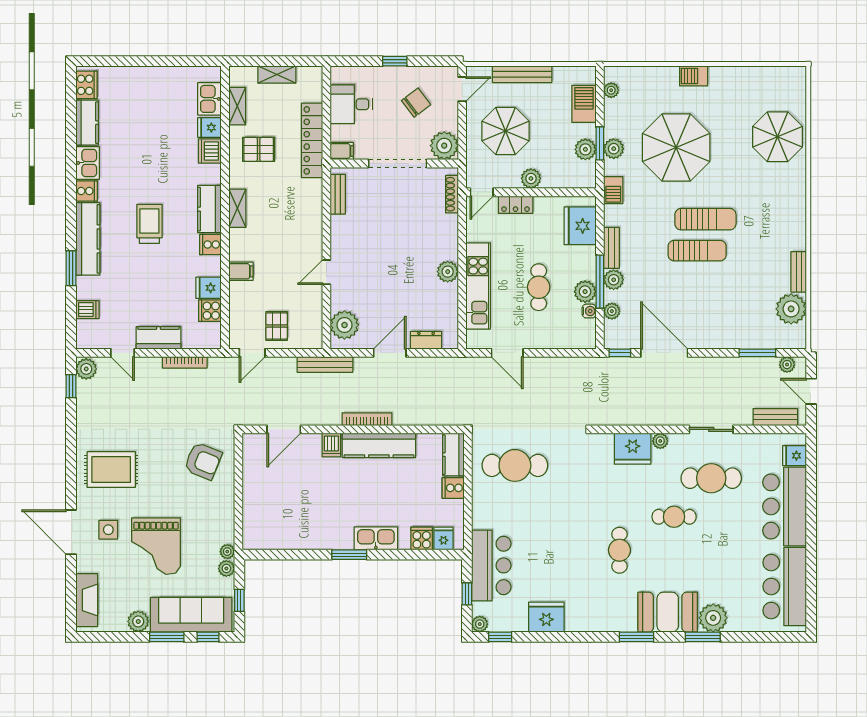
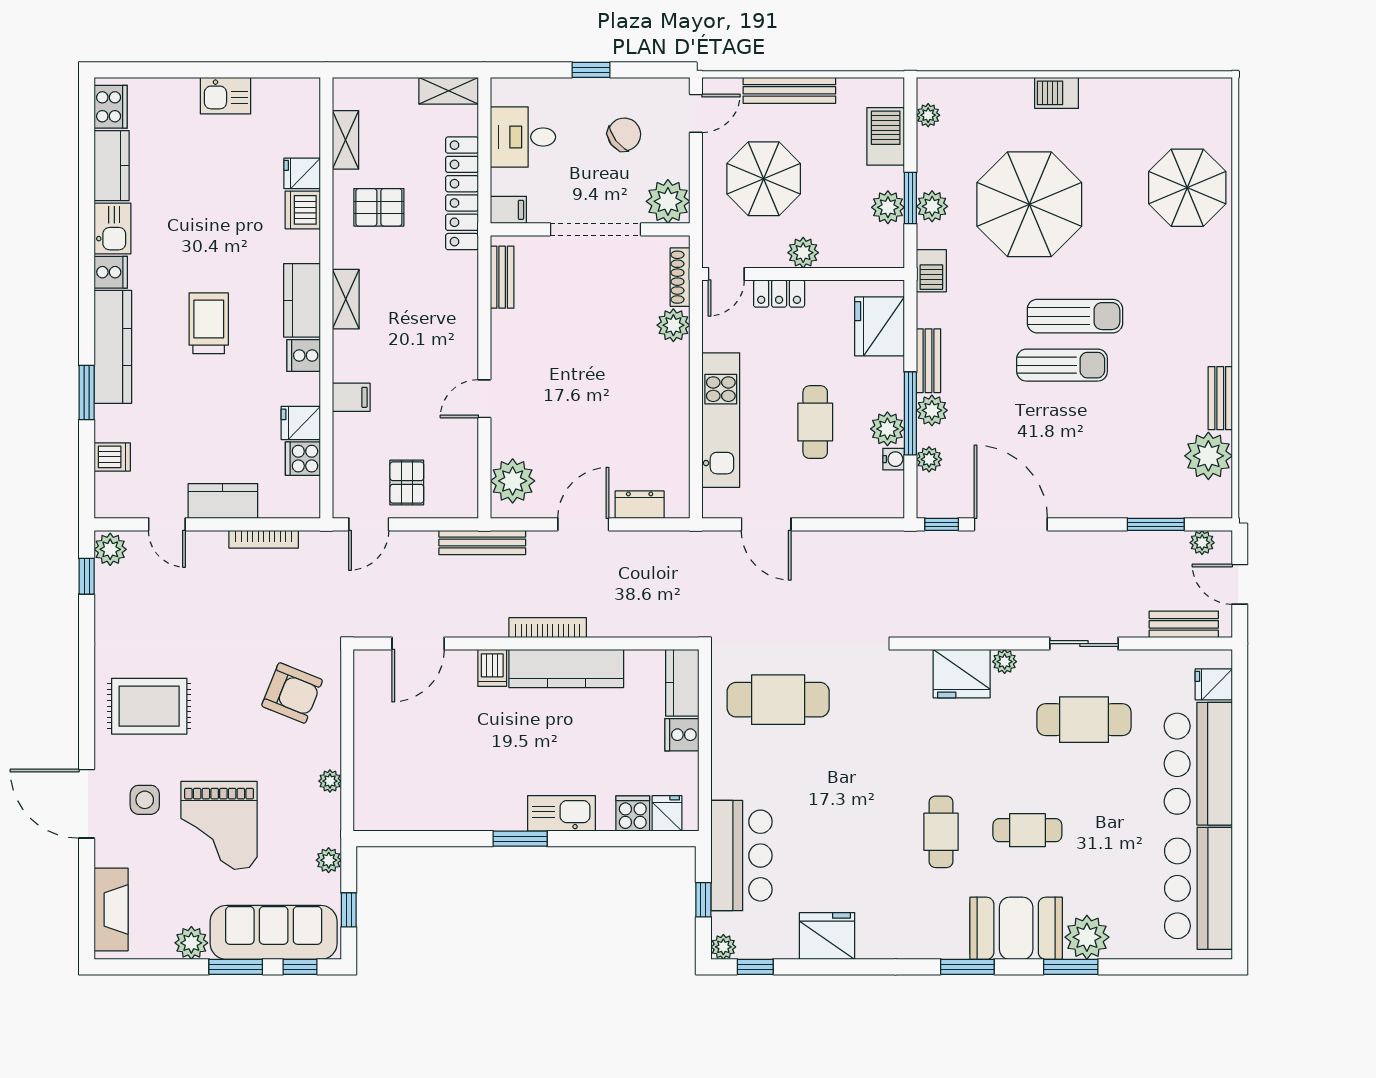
shelving: (277, 75) -> (449, 91), moved
kitchen sink: (209, 99) -> (226, 96), moved, turned -90
plant: (448, 272) -> (673, 325), moved
cafe table: (674, 517) -> (1027, 830), moved
plant: (227, 552) -> (330, 781), moved

